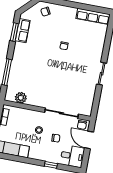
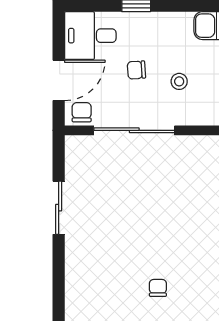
sliding door: (102, 74) -> (59, 208), moved
door: (89, 140) -> (59, 80), hinge flipped

